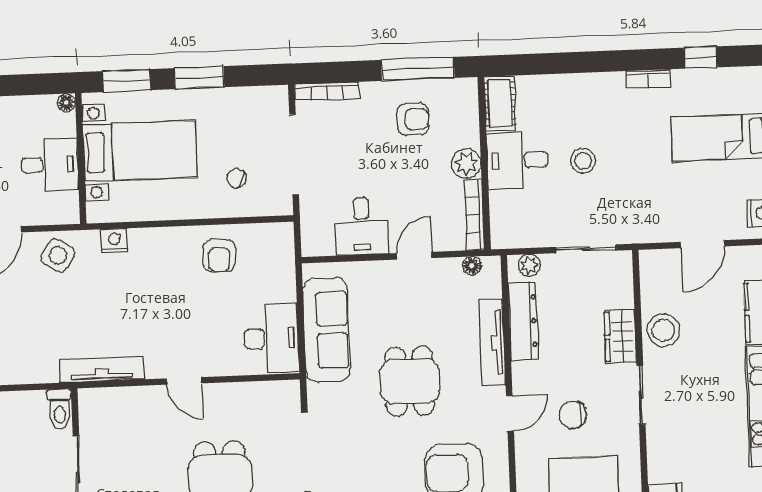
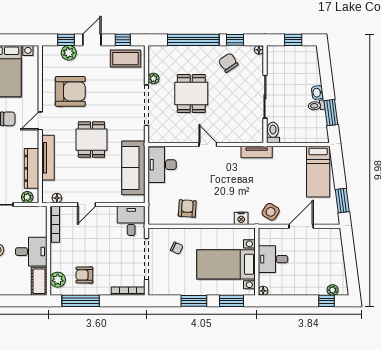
plant: (466, 163) -> (58, 280), moved
desk: (361, 226) -> (131, 221), moved
tv unit: (102, 370) -> (257, 152), width x0.71

